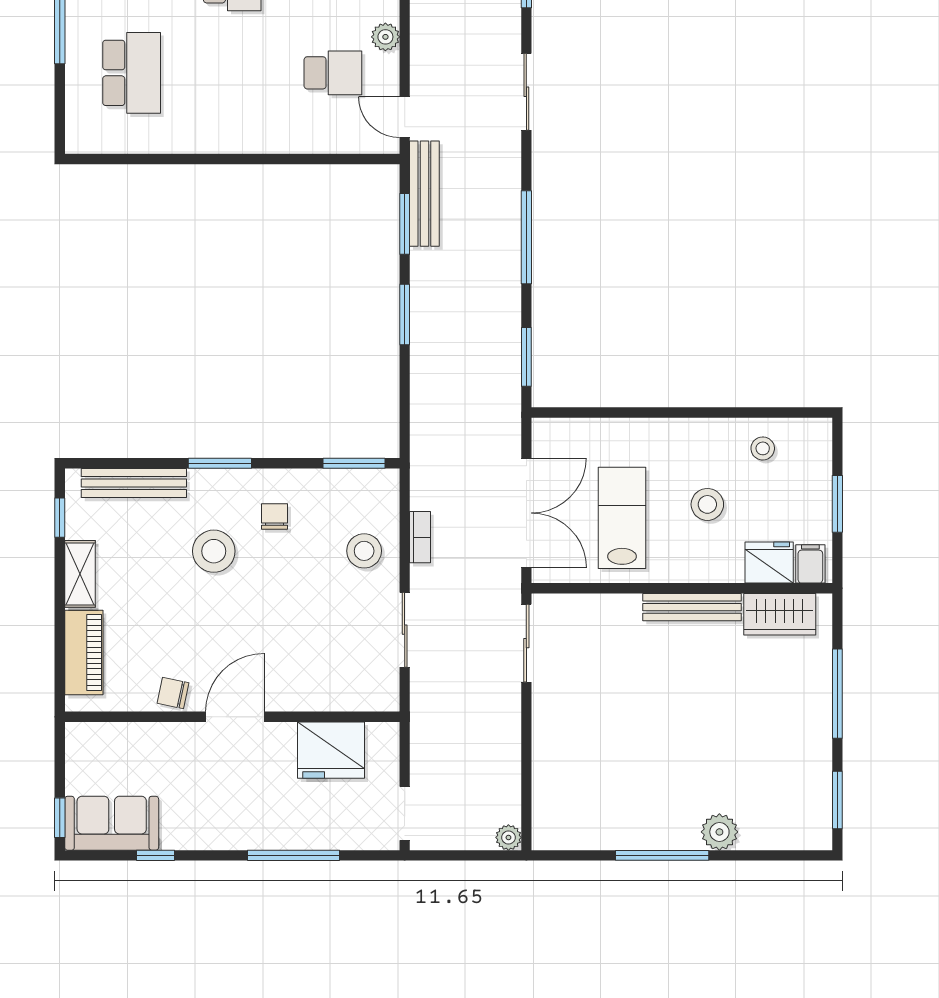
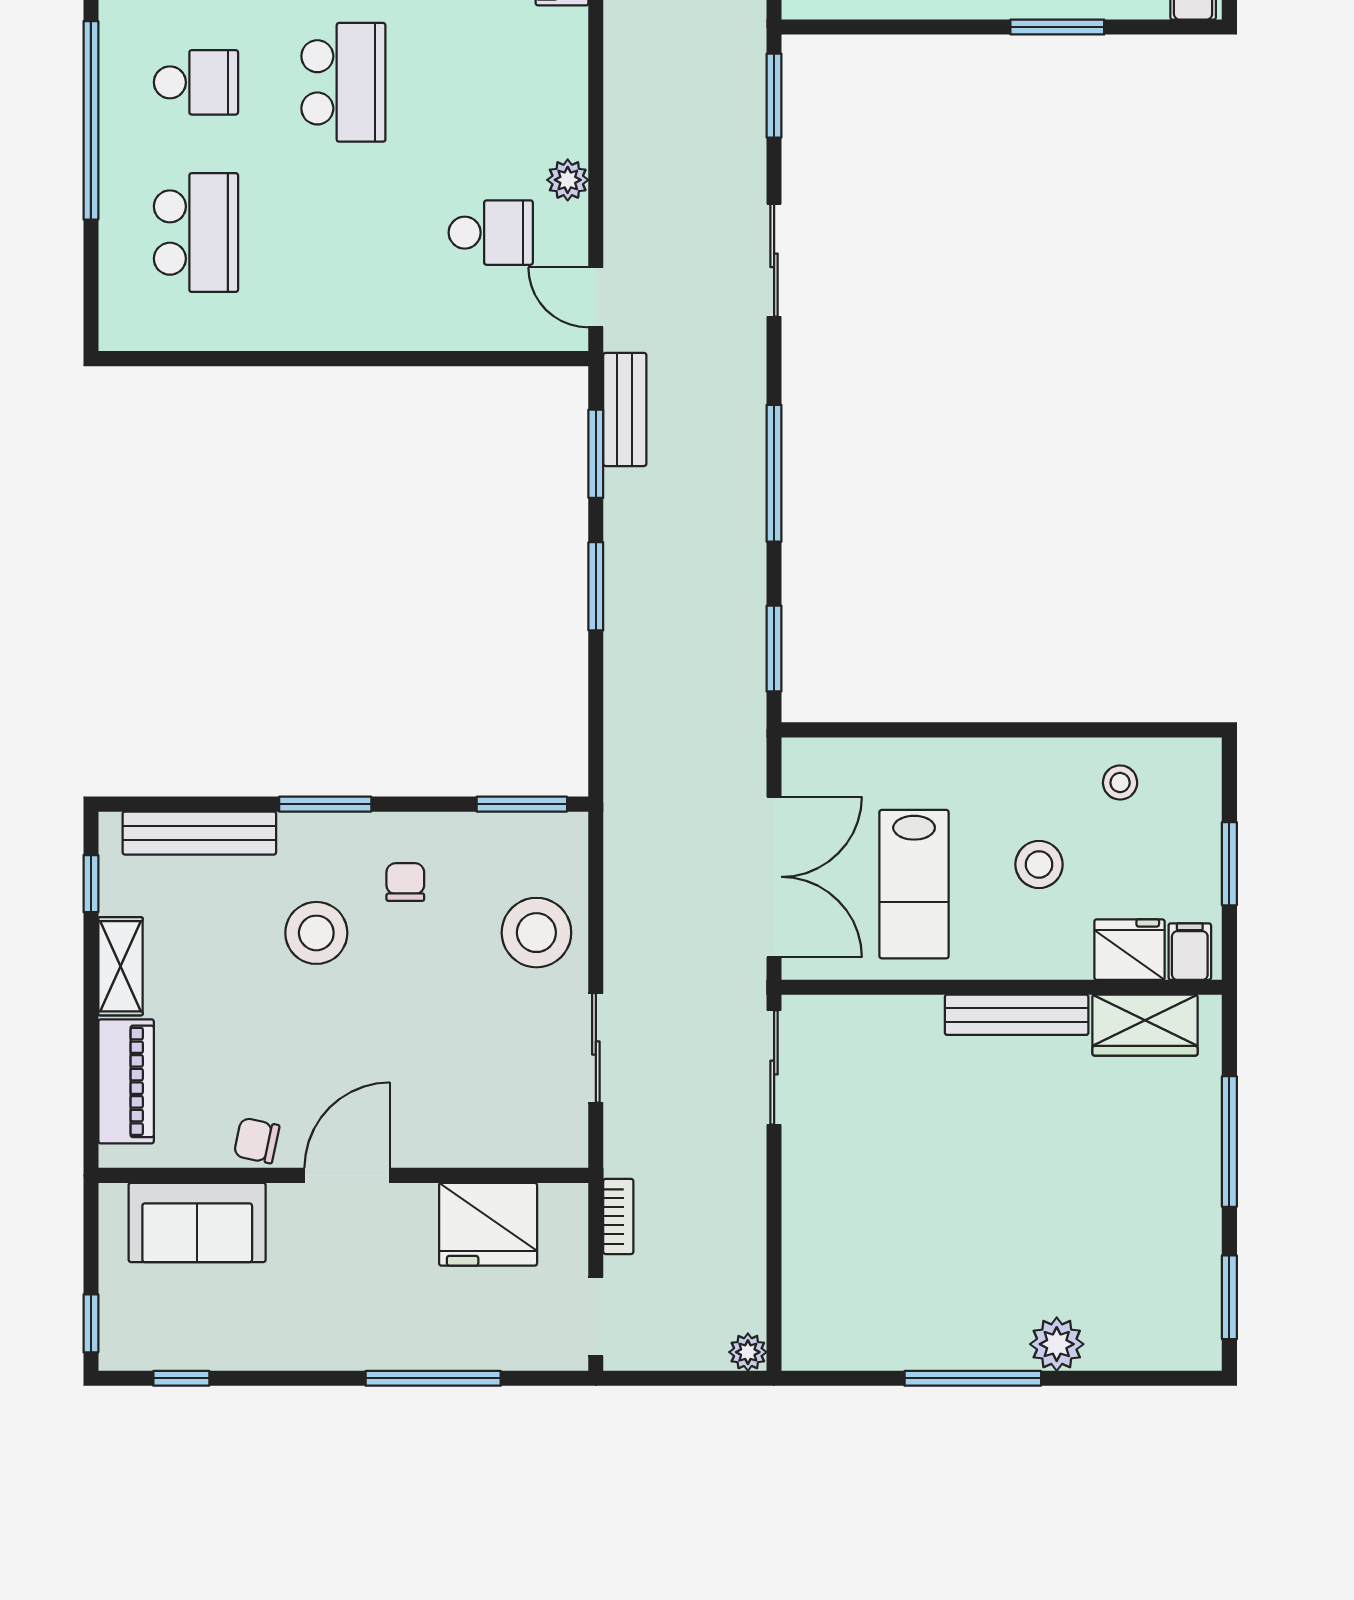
bench: (424, 194) -> (625, 409), width x0.73
lab bench: (622, 518) -> (914, 884), turned 180
bookcase: (420, 537) -> (618, 1216), moved
stool: (364, 551) -> (536, 933), width x1.38, depth x1.38
sofa: (112, 823) -> (197, 1222), moved, turned 180
window: (156, 855) -> (181, 1378), moved

